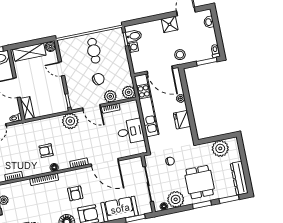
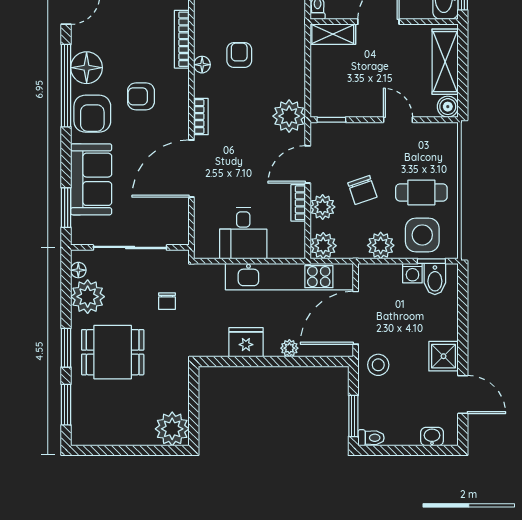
side table: (114, 46) -> (422, 235), added
plant: (123, 65) -> (381, 245), added
door: (61, 69) -> (398, 120), hinge flipped
plant: (220, 148) -> (172, 429), moved
dresser: (239, 178) -> (104, 434), removed

